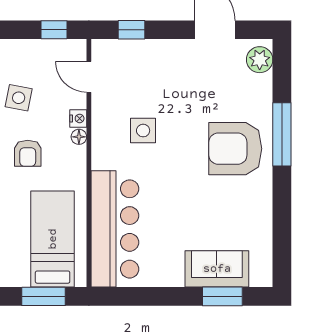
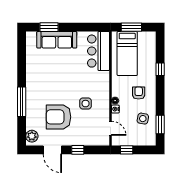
window: (132, 30) -> (78, 150), moved
armchair: (235, 149) -> (59, 117), moved, turned 180
bar counter: (115, 229) -> (98, 51), width x0.73
sofa: (217, 269) -> (57, 40), width x1.36

